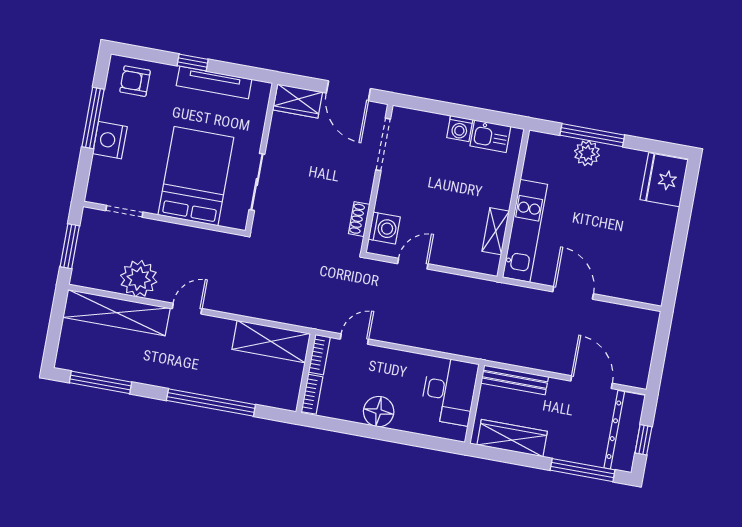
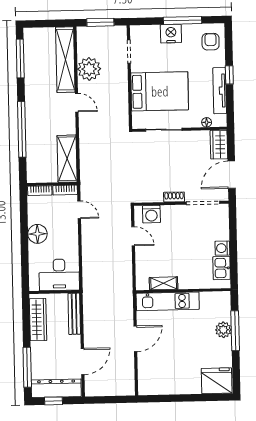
floor lamp: (259, 113) -> (207, 122), added
shoe rack: (359, 219) -> (174, 197), moved

